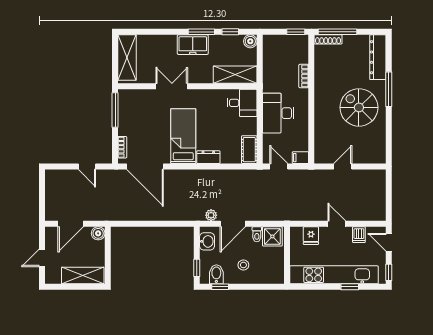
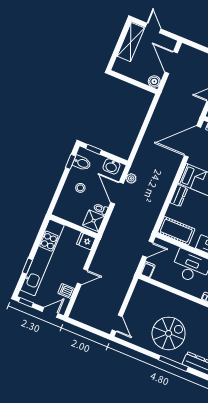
cot: (249, 150) -> (176, 231), width x1.37, depth x1.34
door: (343, 166) -> (117, 323), moved
fridge: (311, 236) -> (86, 241), moved
shelving: (83, 276) -> (131, 42), moved

